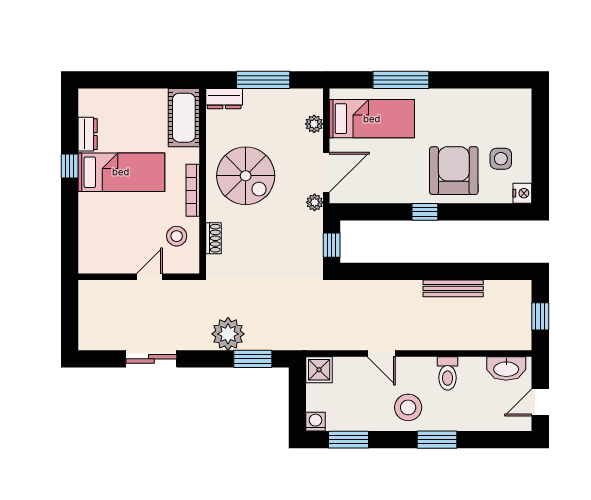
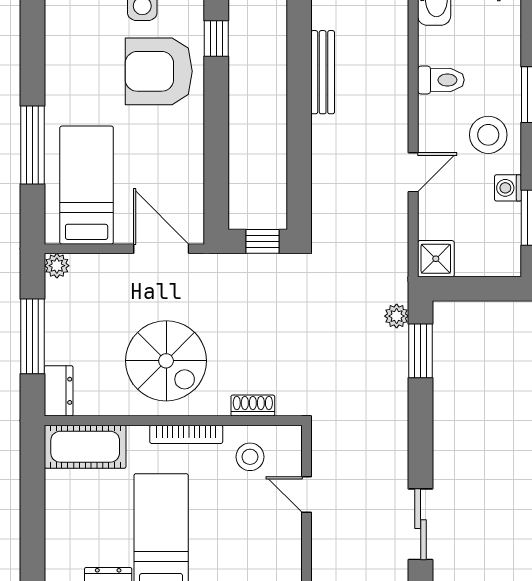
plant: (314, 124) -> (57, 266), moved
spiral stairs: (246, 176) -> (166, 361), turned 90
plant: (315, 202) -> (203, 265), removed
window: (425, 212) -> (216, 38), moved
plant: (228, 334) -> (397, 316), moved, width x0.53, depth x0.53
sliding door: (151, 359) -> (421, 524), moved
washing machine: (316, 422) -> (508, 188), moved

